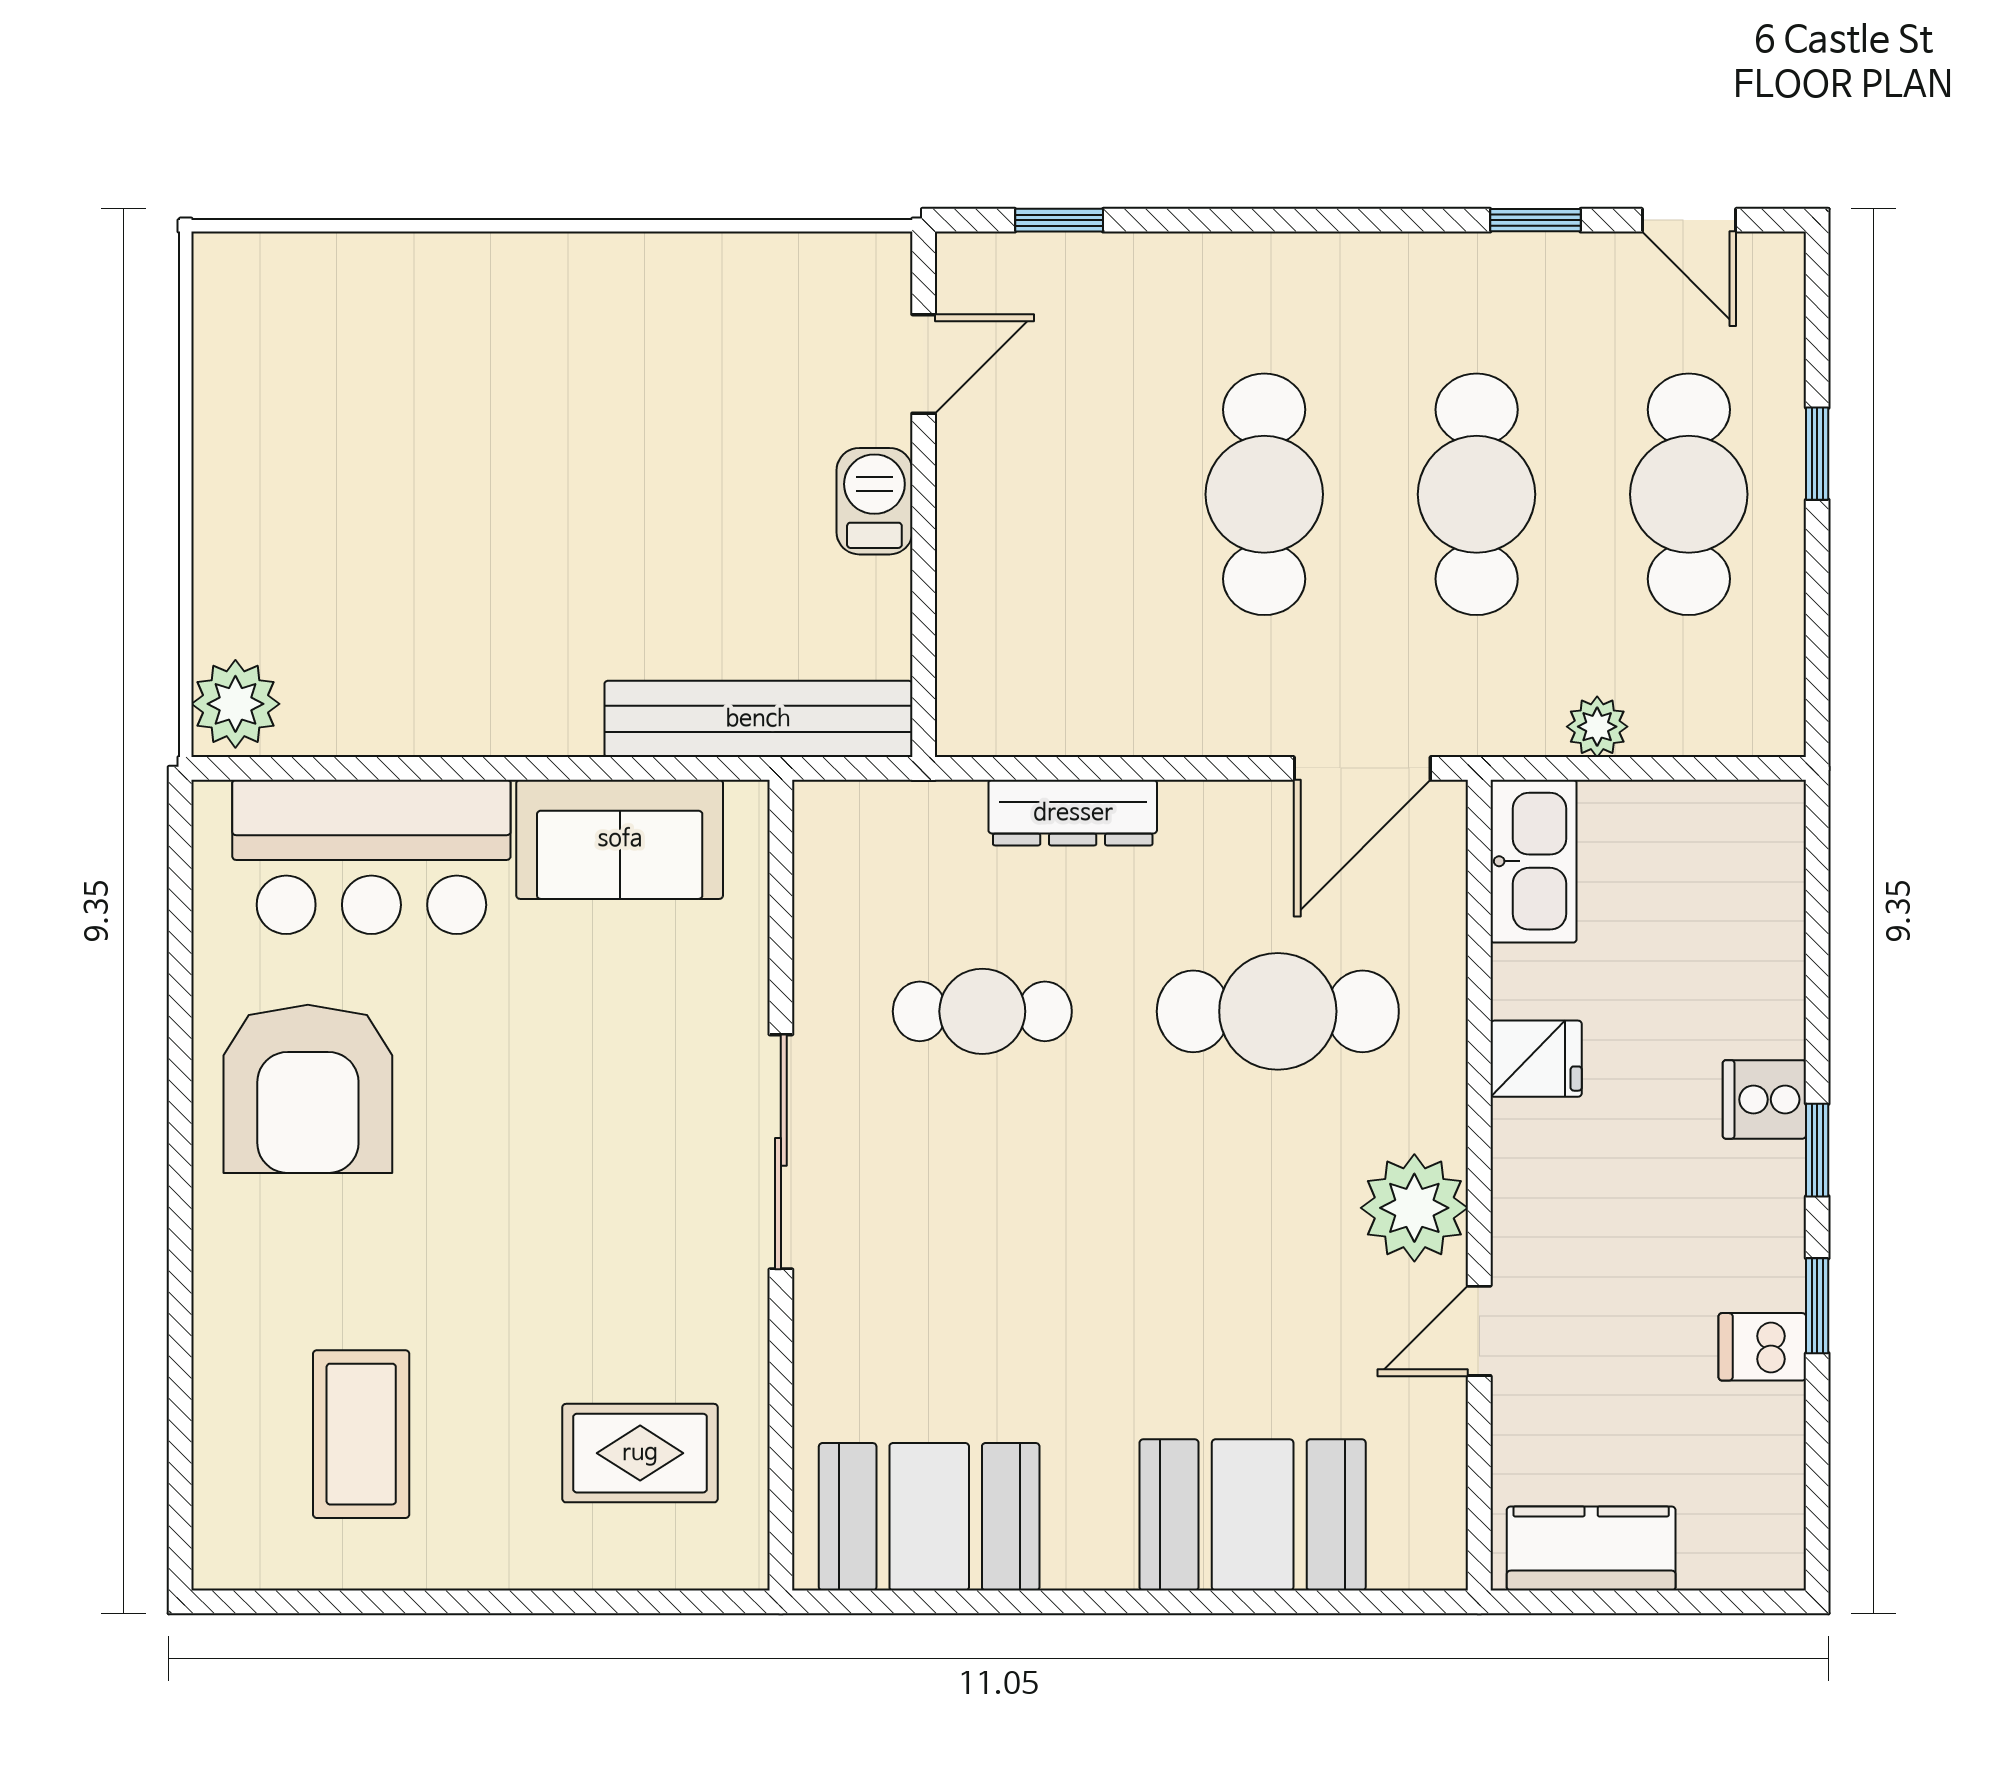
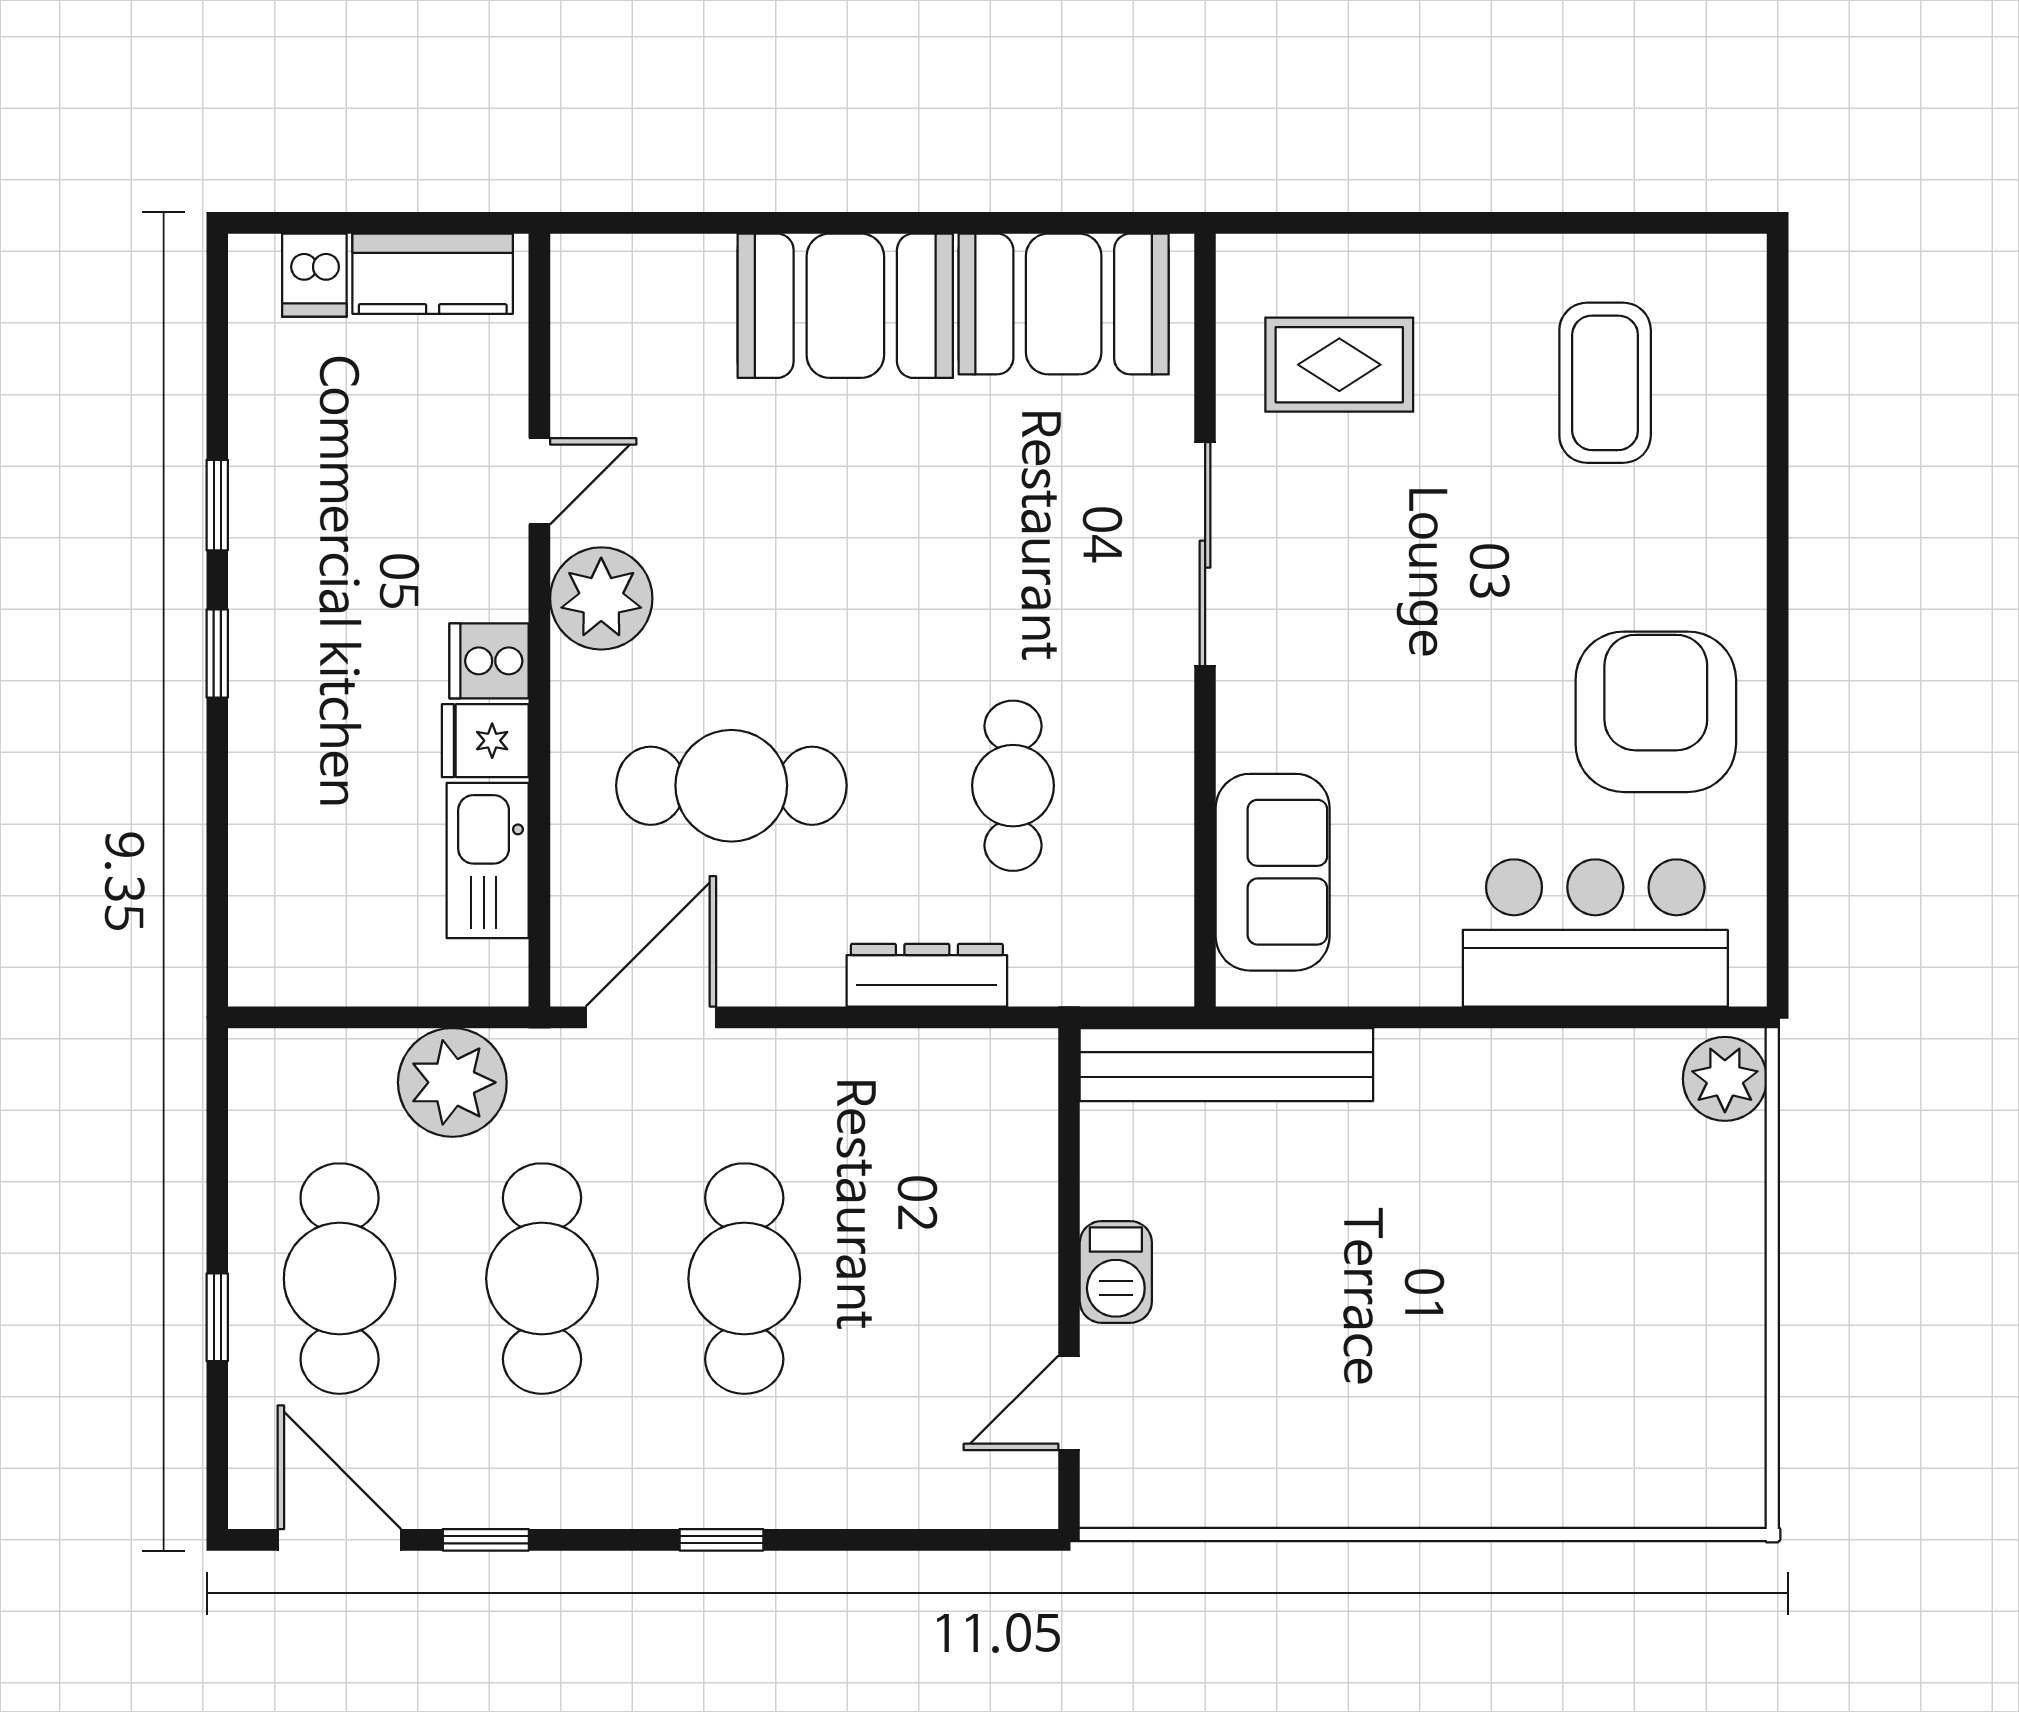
window: (1059, 220) -> (721, 1540), moved
door: (1689, 220) -> (339, 1540), width x1.38
plant: (1597, 727) -> (452, 1082), width x1.88, depth x1.88
sofa: (620, 839) -> (1273, 872), moved, turned 90
kitchen sink: (1534, 861) -> (488, 860), moved
cafe table: (982, 1011) -> (1013, 786), turned 90
cooker: (1764, 1099) -> (489, 661), moved, turned 180
sliding door: (781, 1152) -> (1205, 554), moved
dishwasher: (1762, 1347) -> (314, 275), moved, turned 90
booth: (1253, 1515) -> (845, 306), moved

